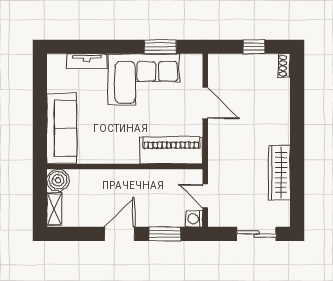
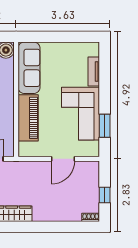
sofa: (62, 128) -> (29, 68), moved, turned -90
piano: (171, 150) -> (28, 118), moved

